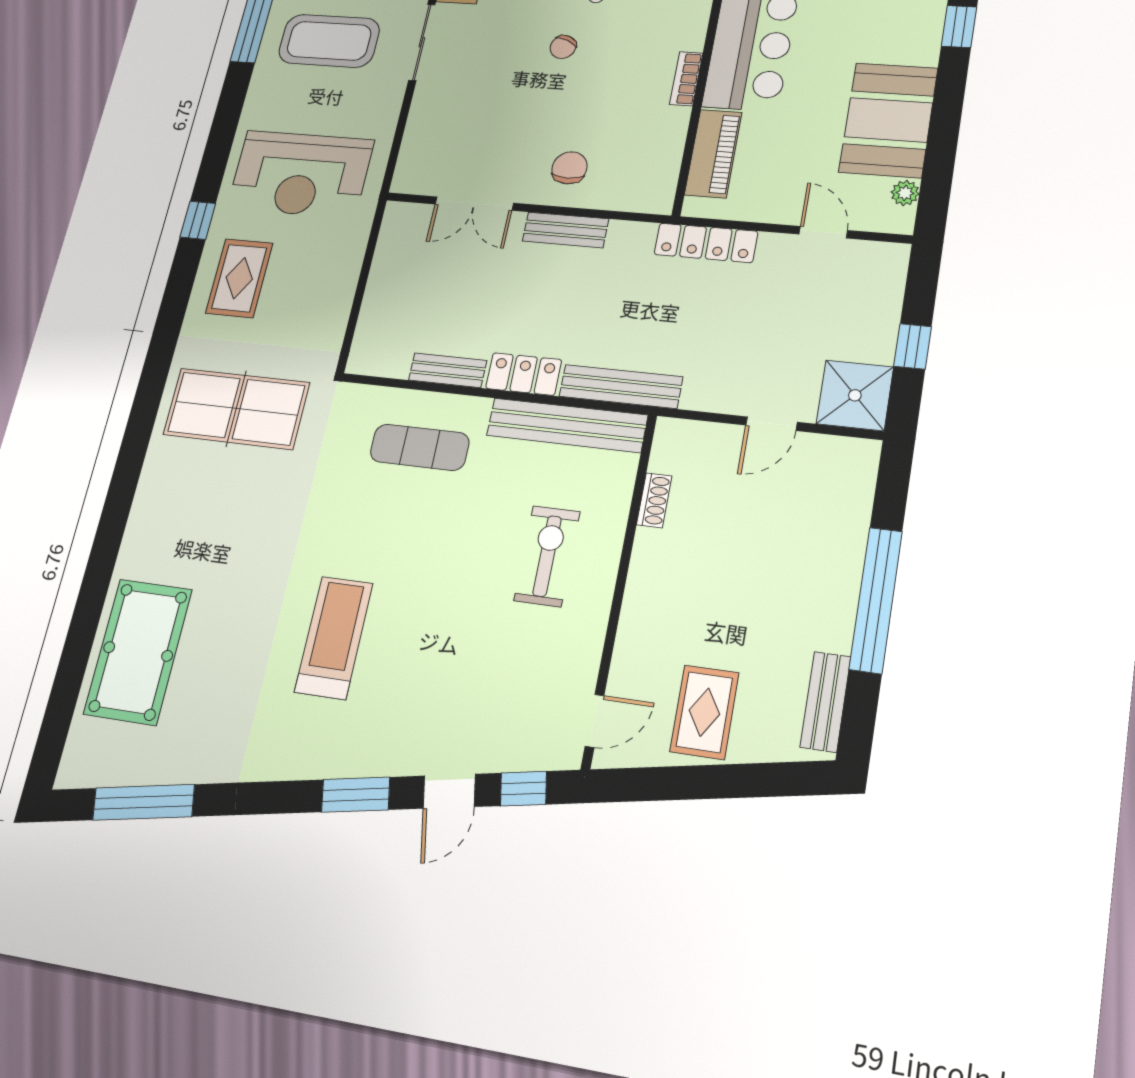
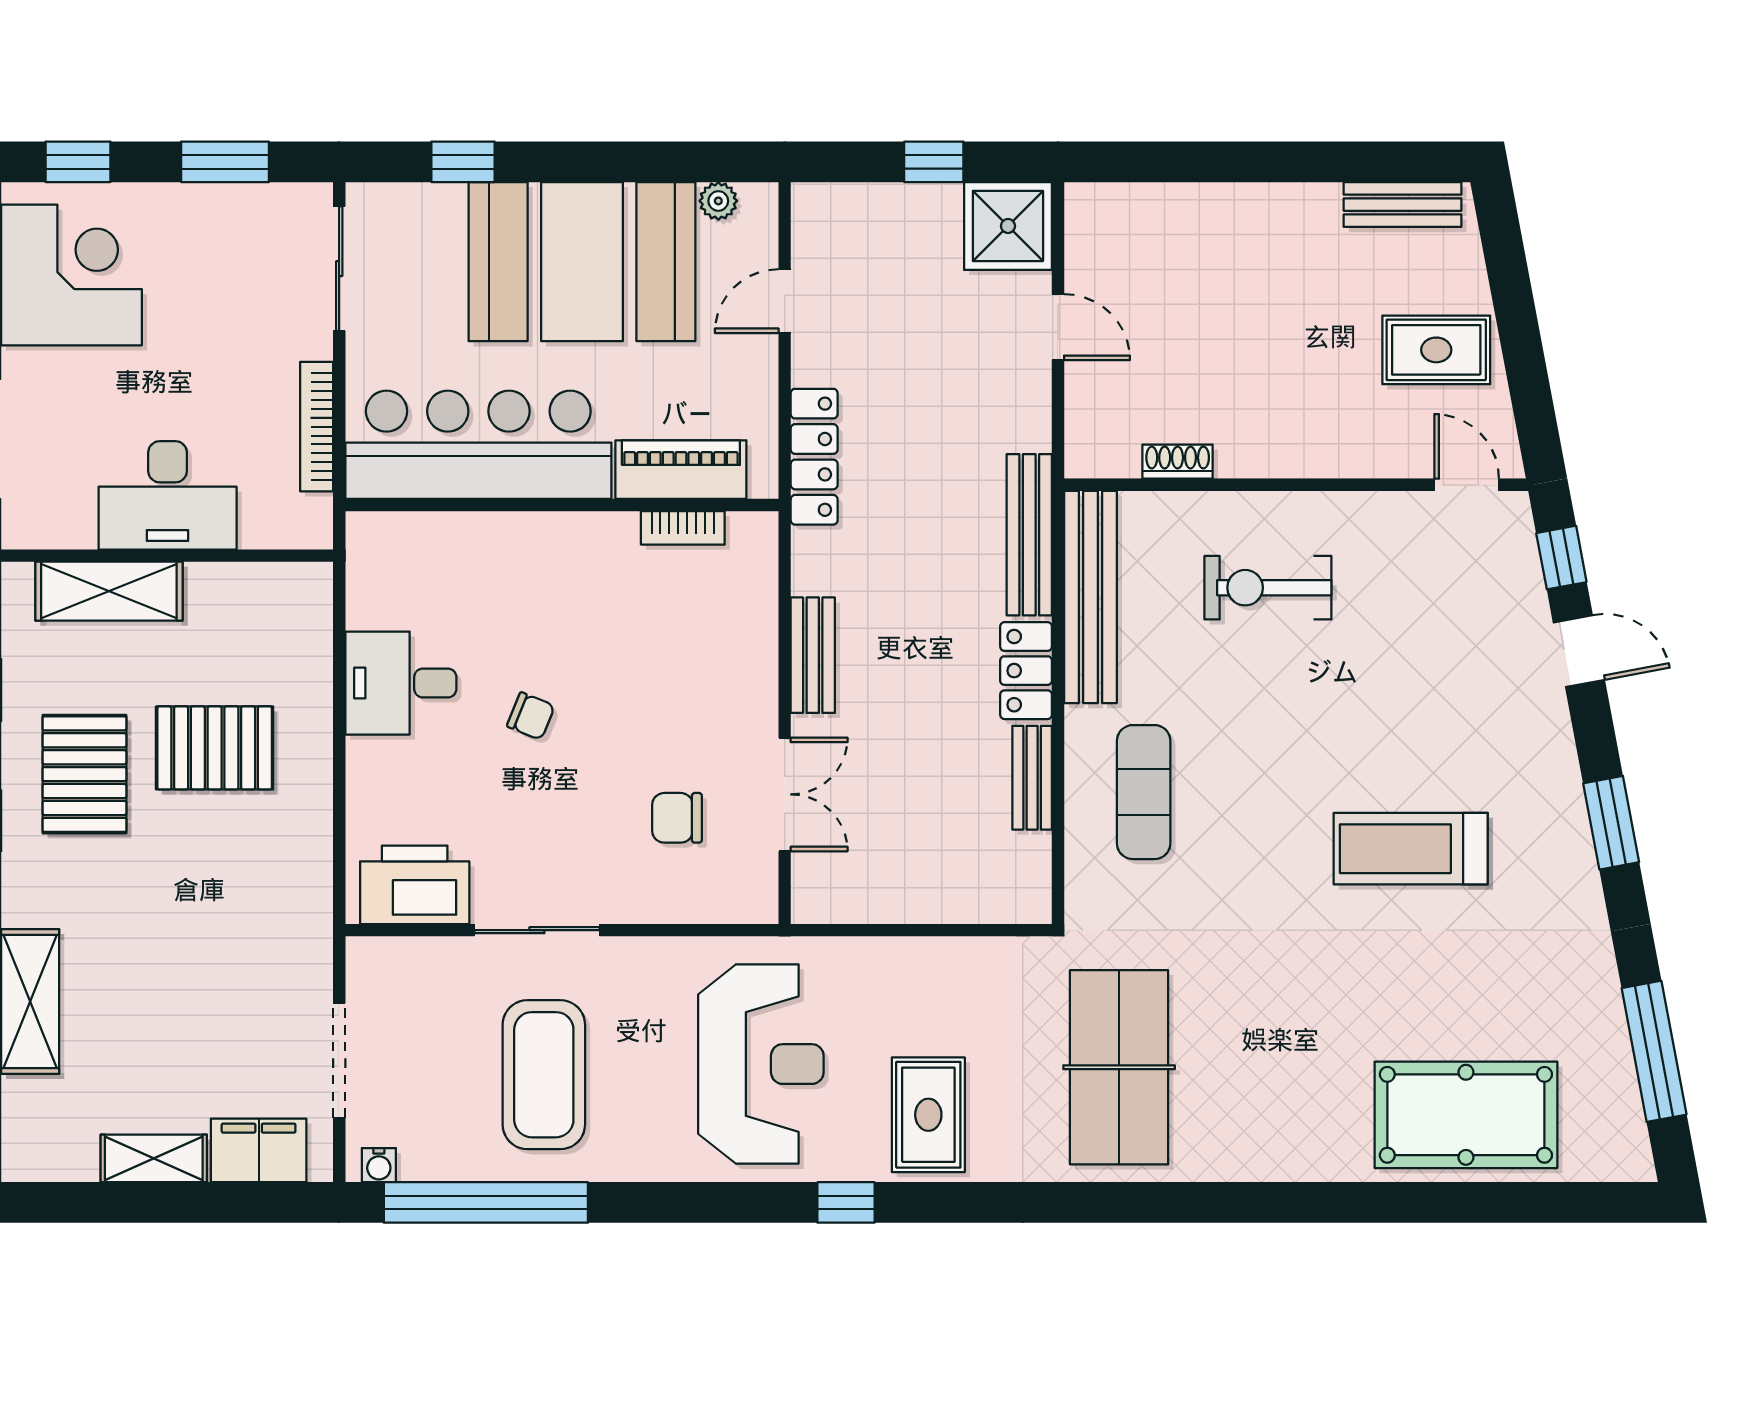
bookcase: (686, 79) -> (683, 528), moved
booth: (888, 120) -> (582, 262), width x1.36, depth x1.42
chair: (569, 168) -> (677, 818), moved
rug: (239, 278) -> (928, 1115), turned 90
window: (876, 600) -> (1270, 162), removed
window: (356, 795) -> (1611, 823), moved

